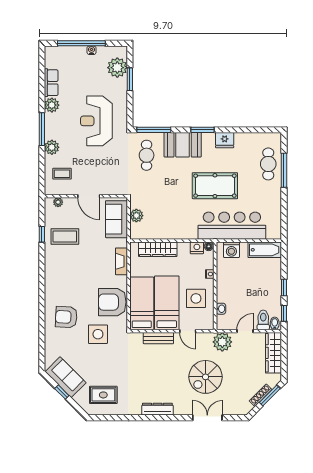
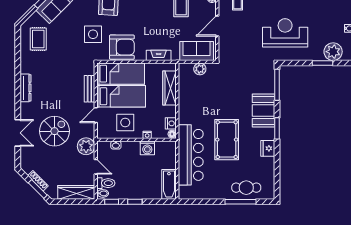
cafe table: (147, 155) -> (254, 78), removed
washing machine: (231, 250) -> (147, 148), moved, turned -90
armchair: (112, 302) -> (122, 47), turned 90
spiral stairs: (206, 377) -> (54, 131), turned 90

